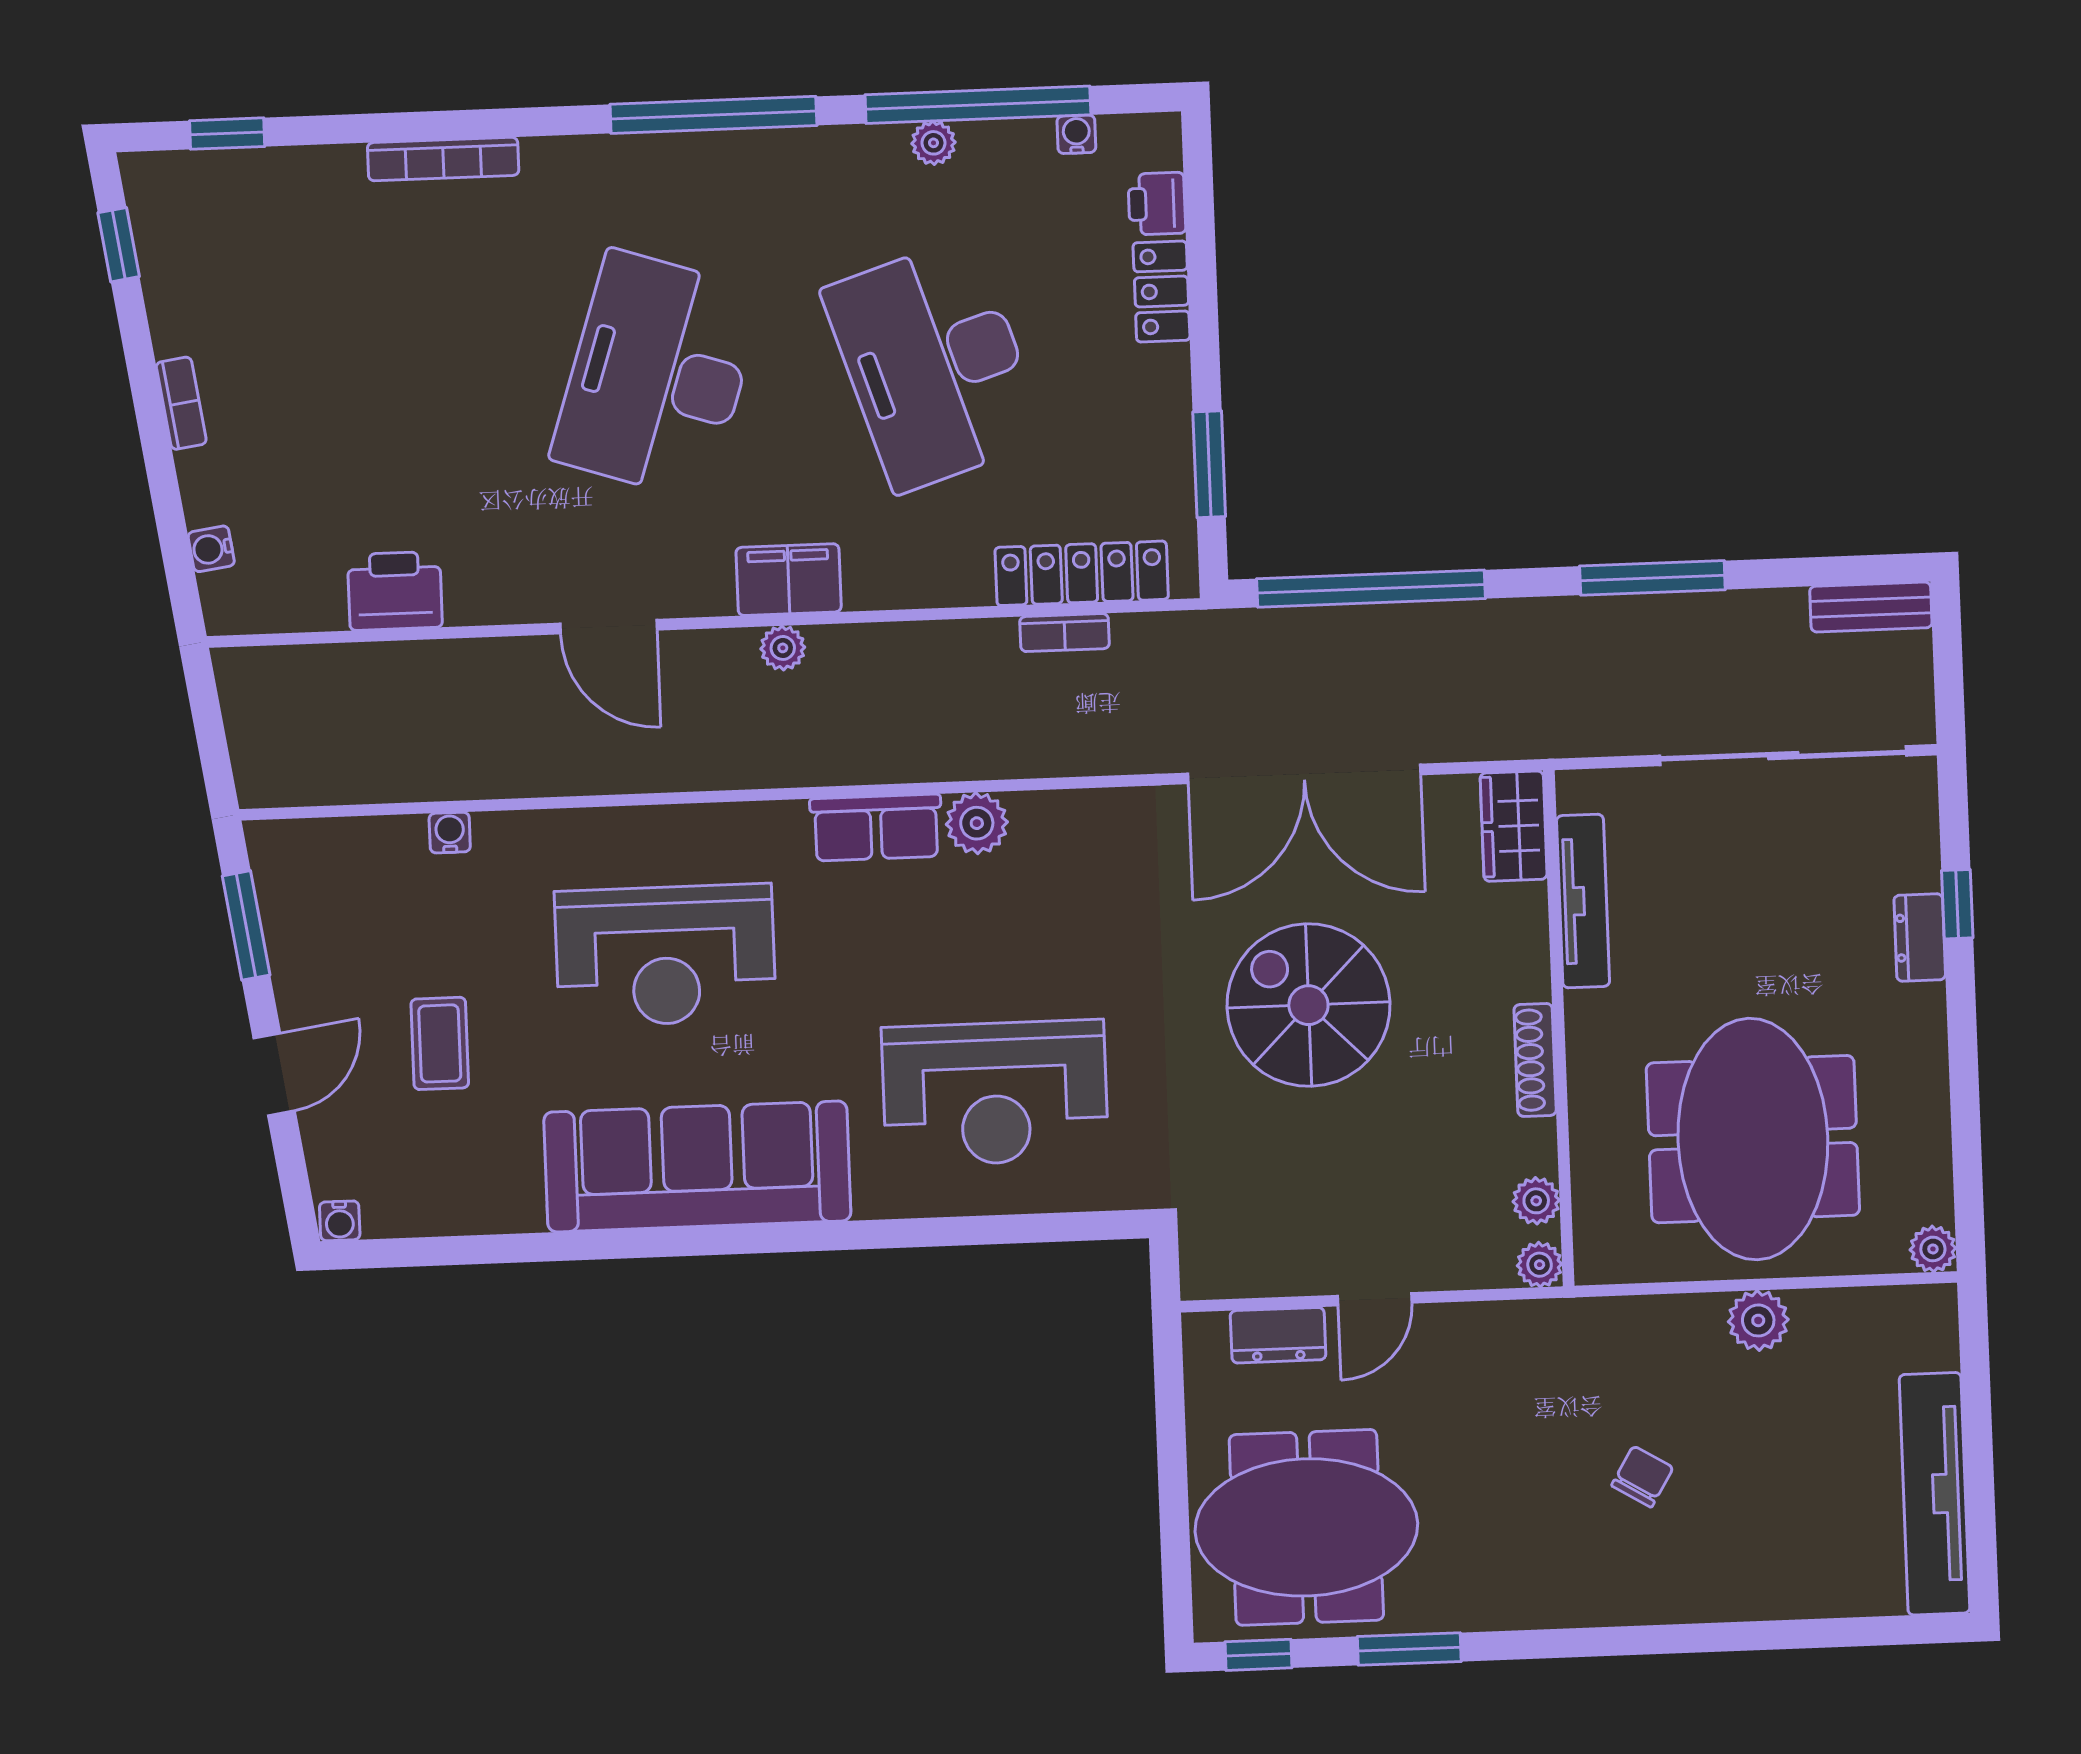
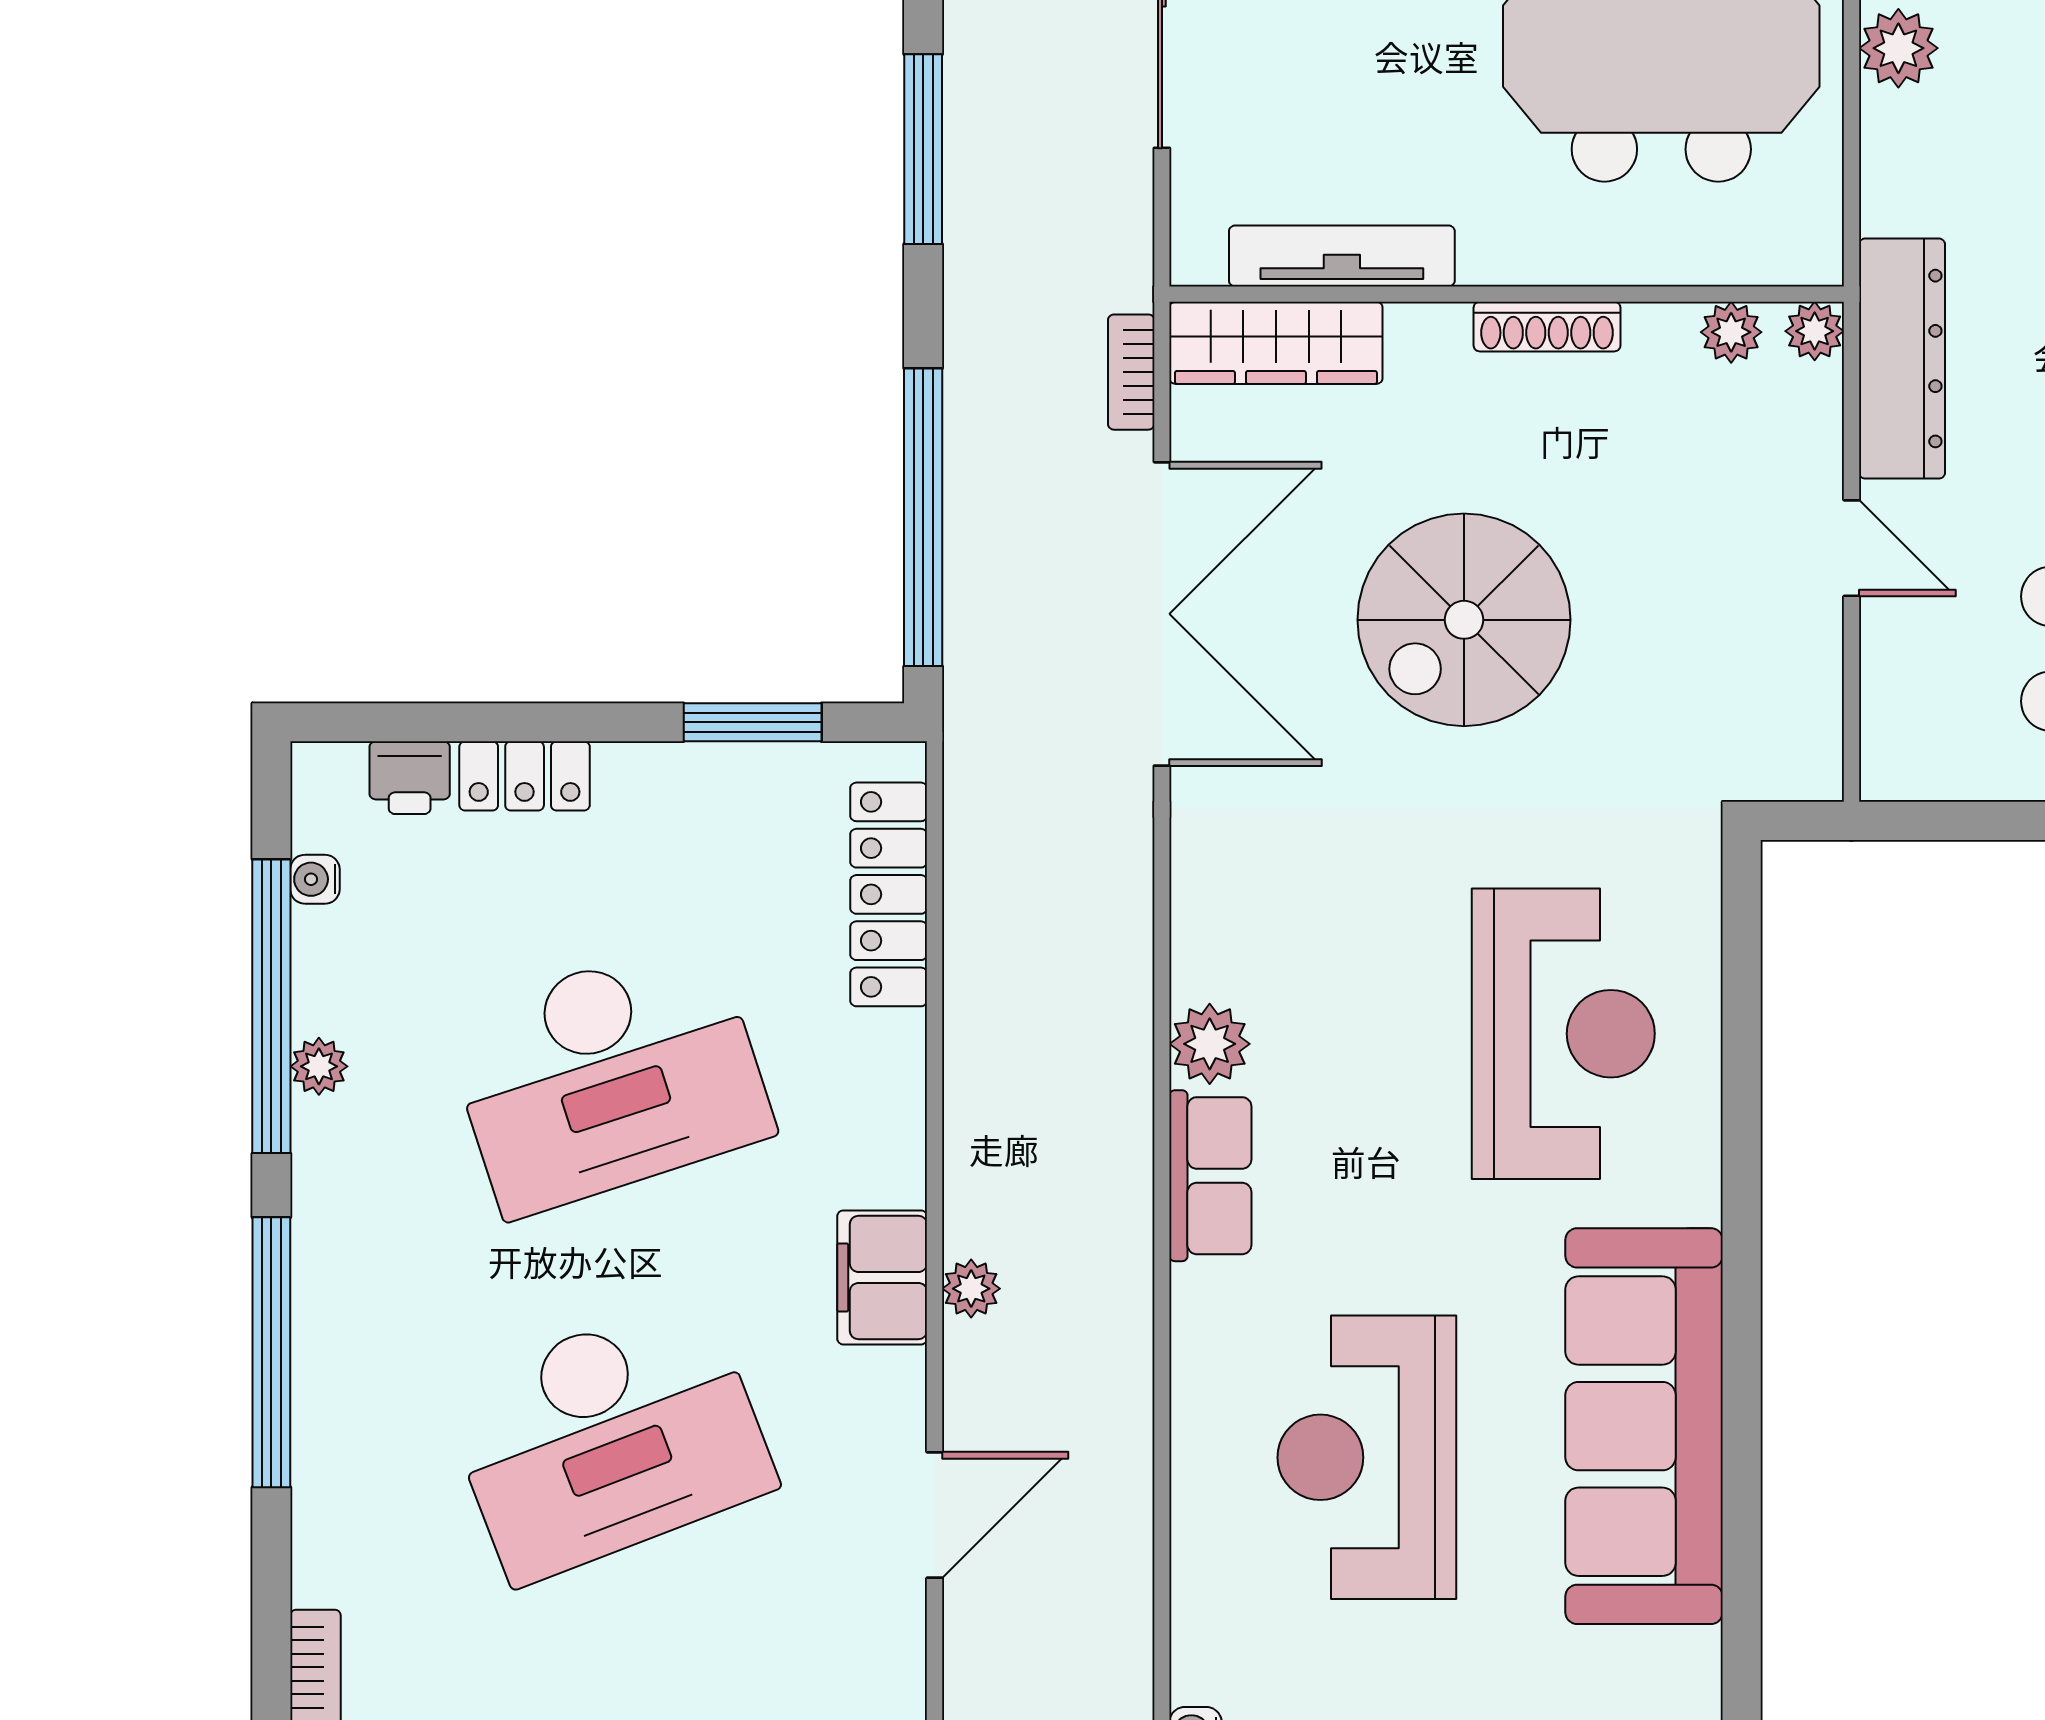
desk: (657, 375) -> (609, 1438), turned -39
bookcase: (1064, 633) -> (1131, 372), moved, turned 180
wardrobe: (1514, 826) -> (1276, 343), width x1.50
reception desk: (665, 955) -> (1367, 1457), turned 180
dresser: (1278, 1335) -> (1902, 359), moved, width x1.96, depth x1.24

